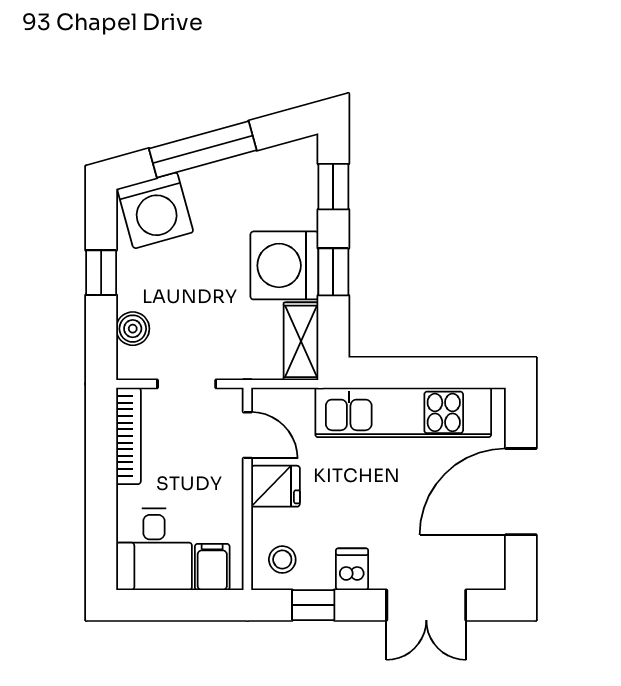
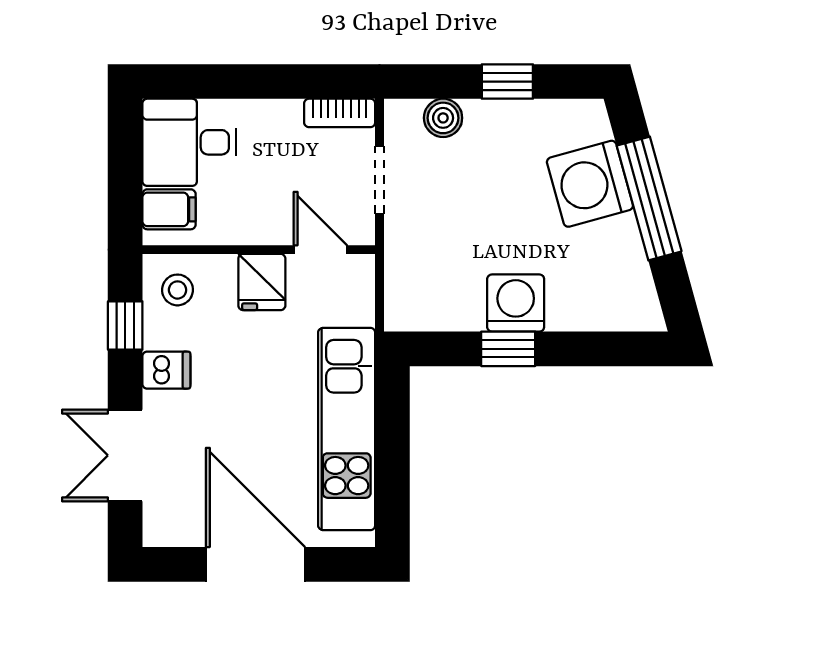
window: (333, 187) -> (606, 349), removed
washing machine: (155, 210) -> (590, 184), moved
washing machine: (284, 265) -> (516, 303), width x0.73, depth x0.73
shelving: (301, 341) -> (428, 311), removed
door: (247, 435) -> (320, 250), swing flipped
bookcase: (128, 436) -> (340, 113), width x0.64

